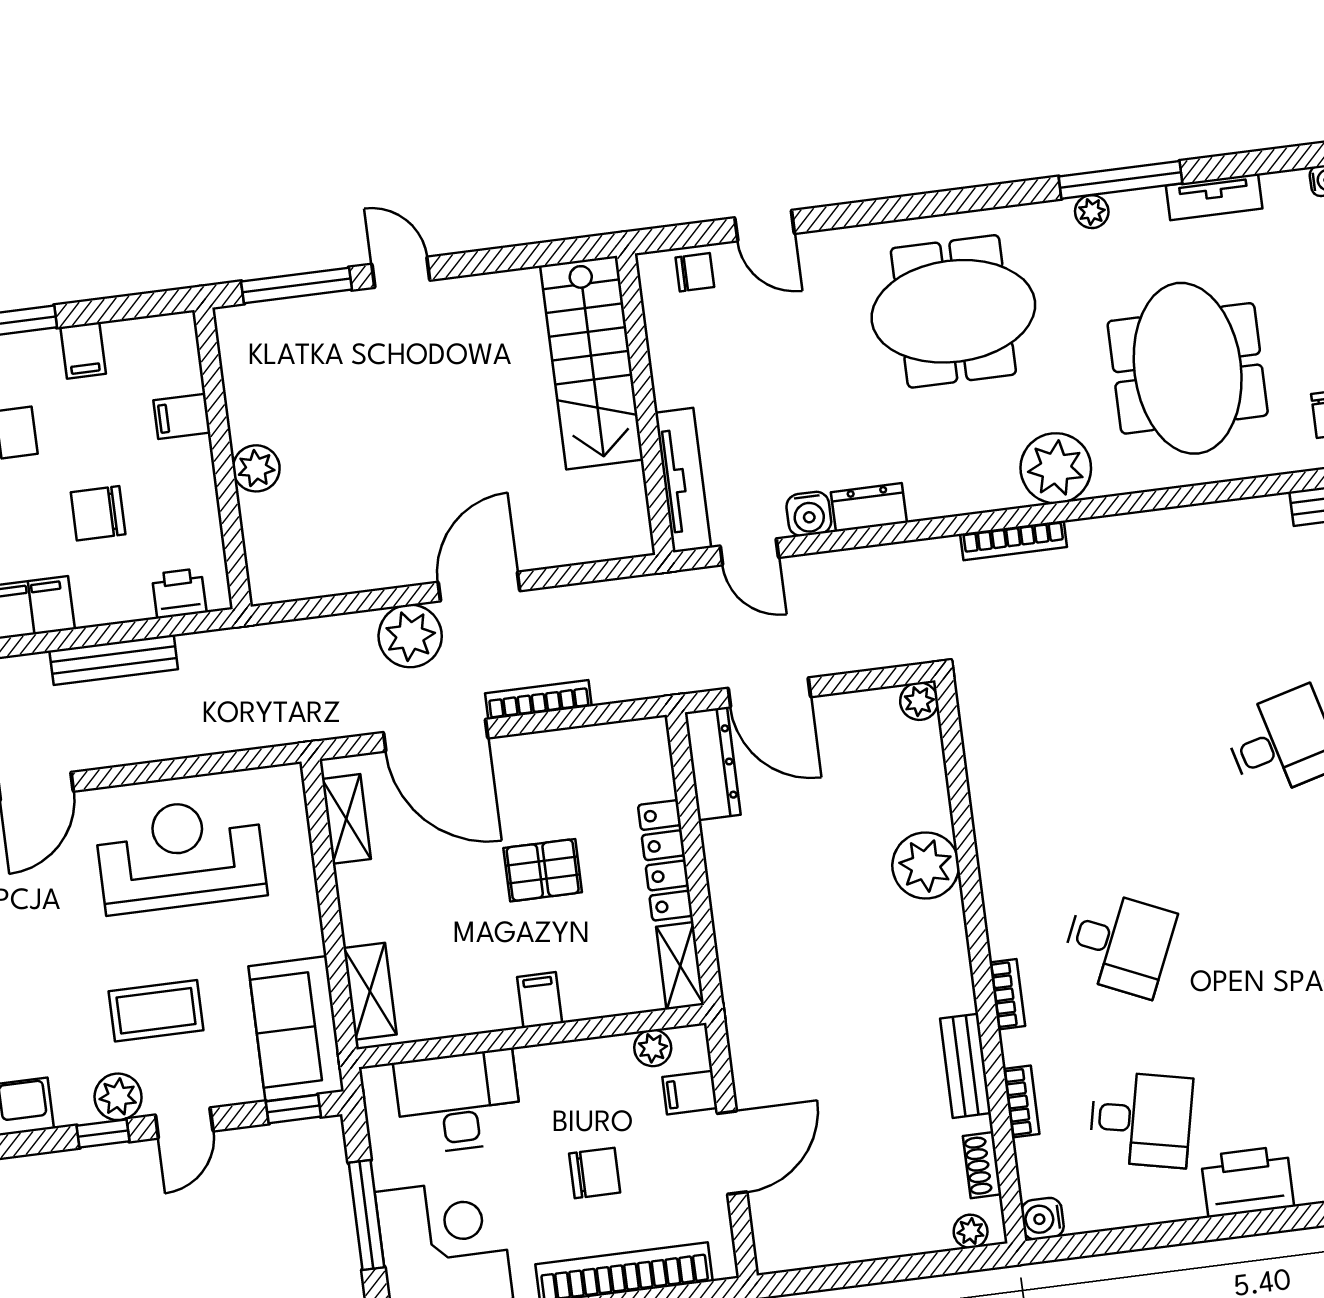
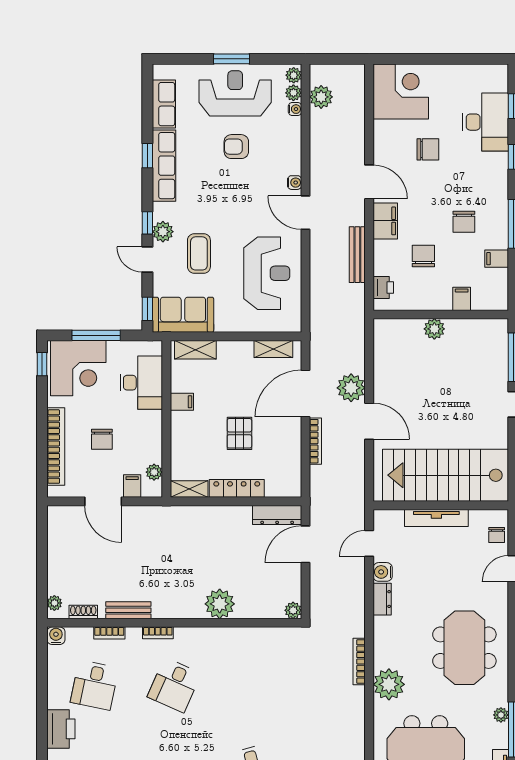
stairs: (592, 363) -> (446, 475), width x1.36, depth x1.51
tv unit: (683, 480) -> (436, 518), moved
filing cabinet: (540, 1000) -> (182, 402), moved

